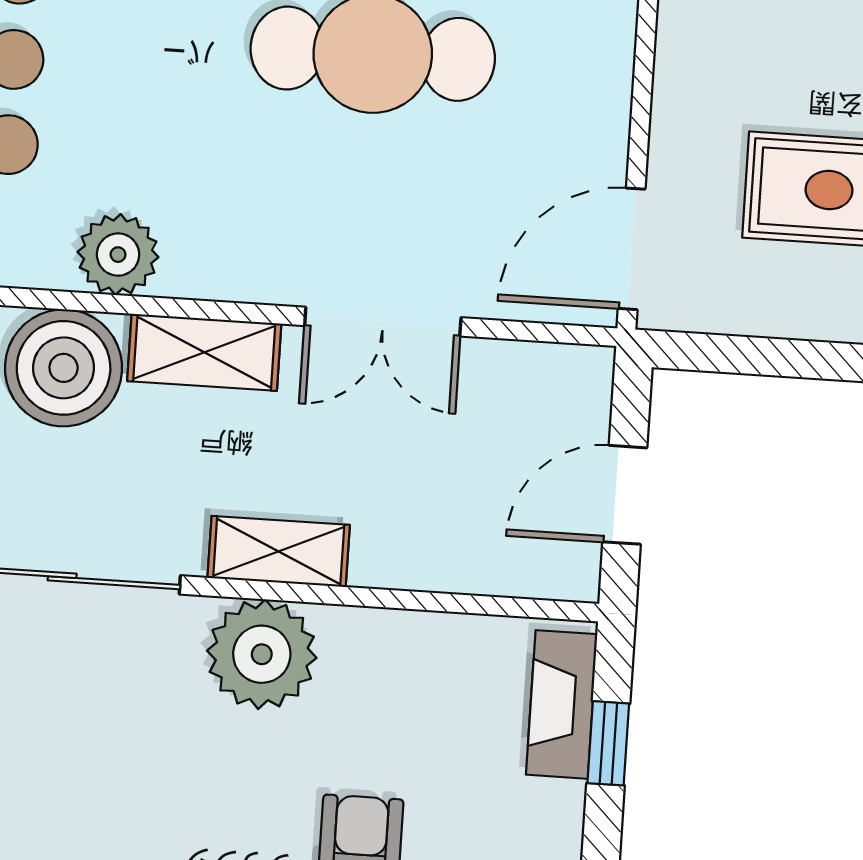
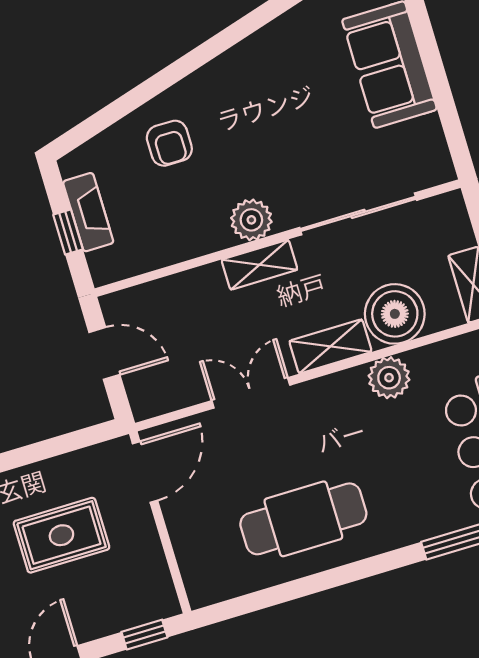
door: (625, 495) -> (104, 353), hinge flipped
plant: (262, 654) -> (251, 220), width x0.73, depth x0.73
fireplace: (562, 704) -> (88, 212), moved

